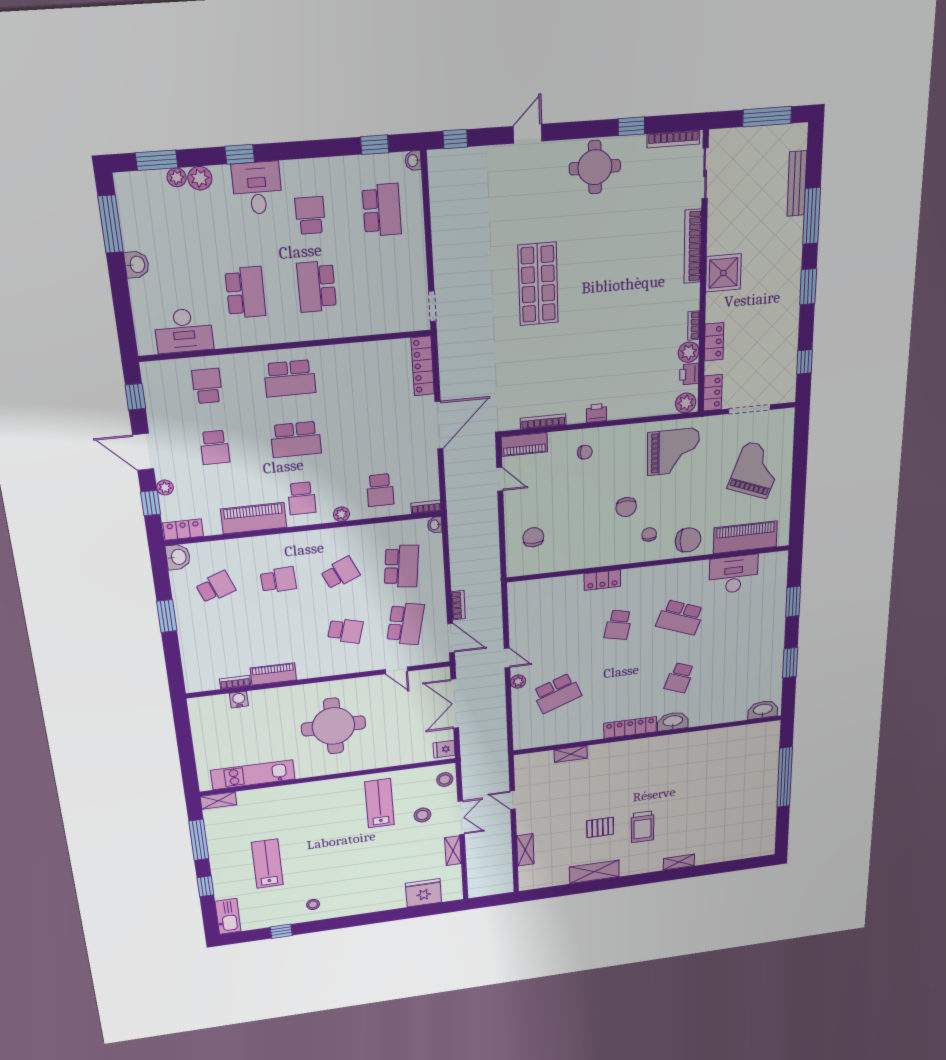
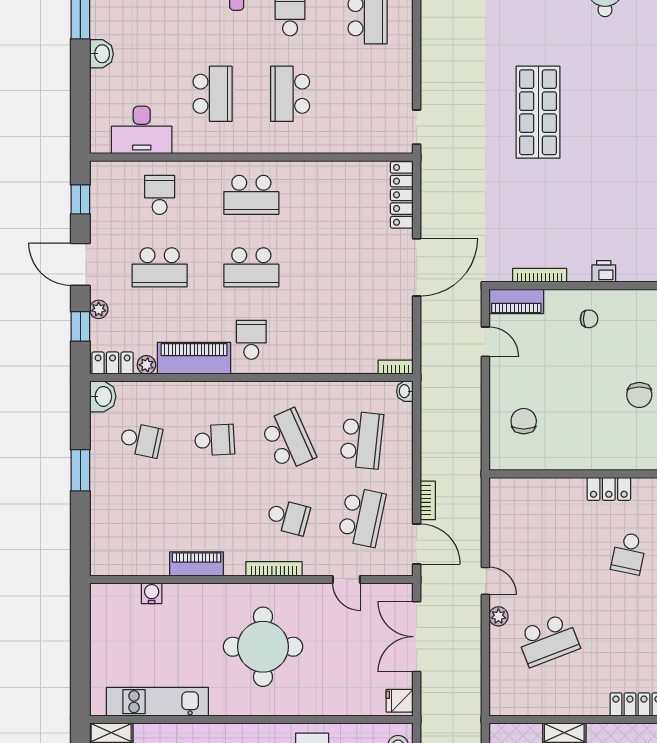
school desk: (215, 447) -> (160, 267), width x1.85
school desk: (380, 490) -> (343, 340), removed
school desk: (302, 498) -> (251, 340), turned 180
plant: (341, 514) -> (146, 365), moved
school desk: (340, 573) -> (288, 440), width x1.85
school desk: (216, 587) -> (141, 440), turned 33
bookcase: (235, 682) -> (274, 569), moved, width x1.56

